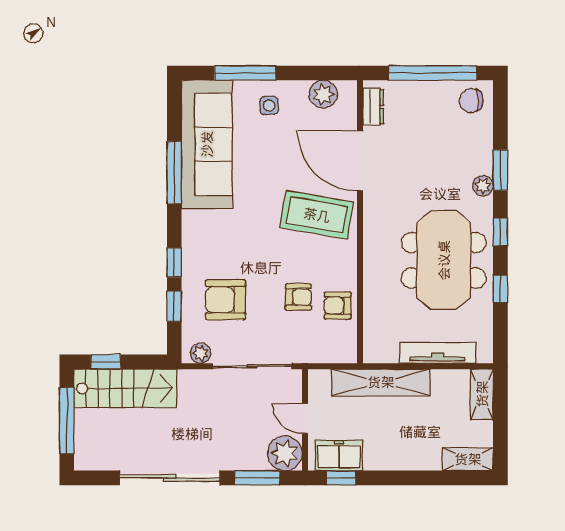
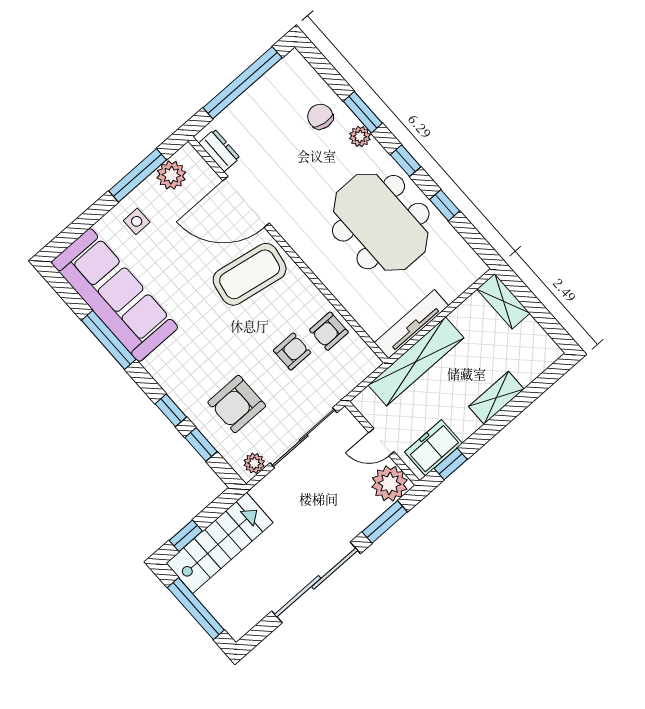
window: (245, 73) -> (137, 175), moved
chair: (471, 101) -> (320, 117), moved, turned 98
tv unit: (437, 353) -> (411, 324), moved
shelving: (468, 459) -> (496, 398), moved

